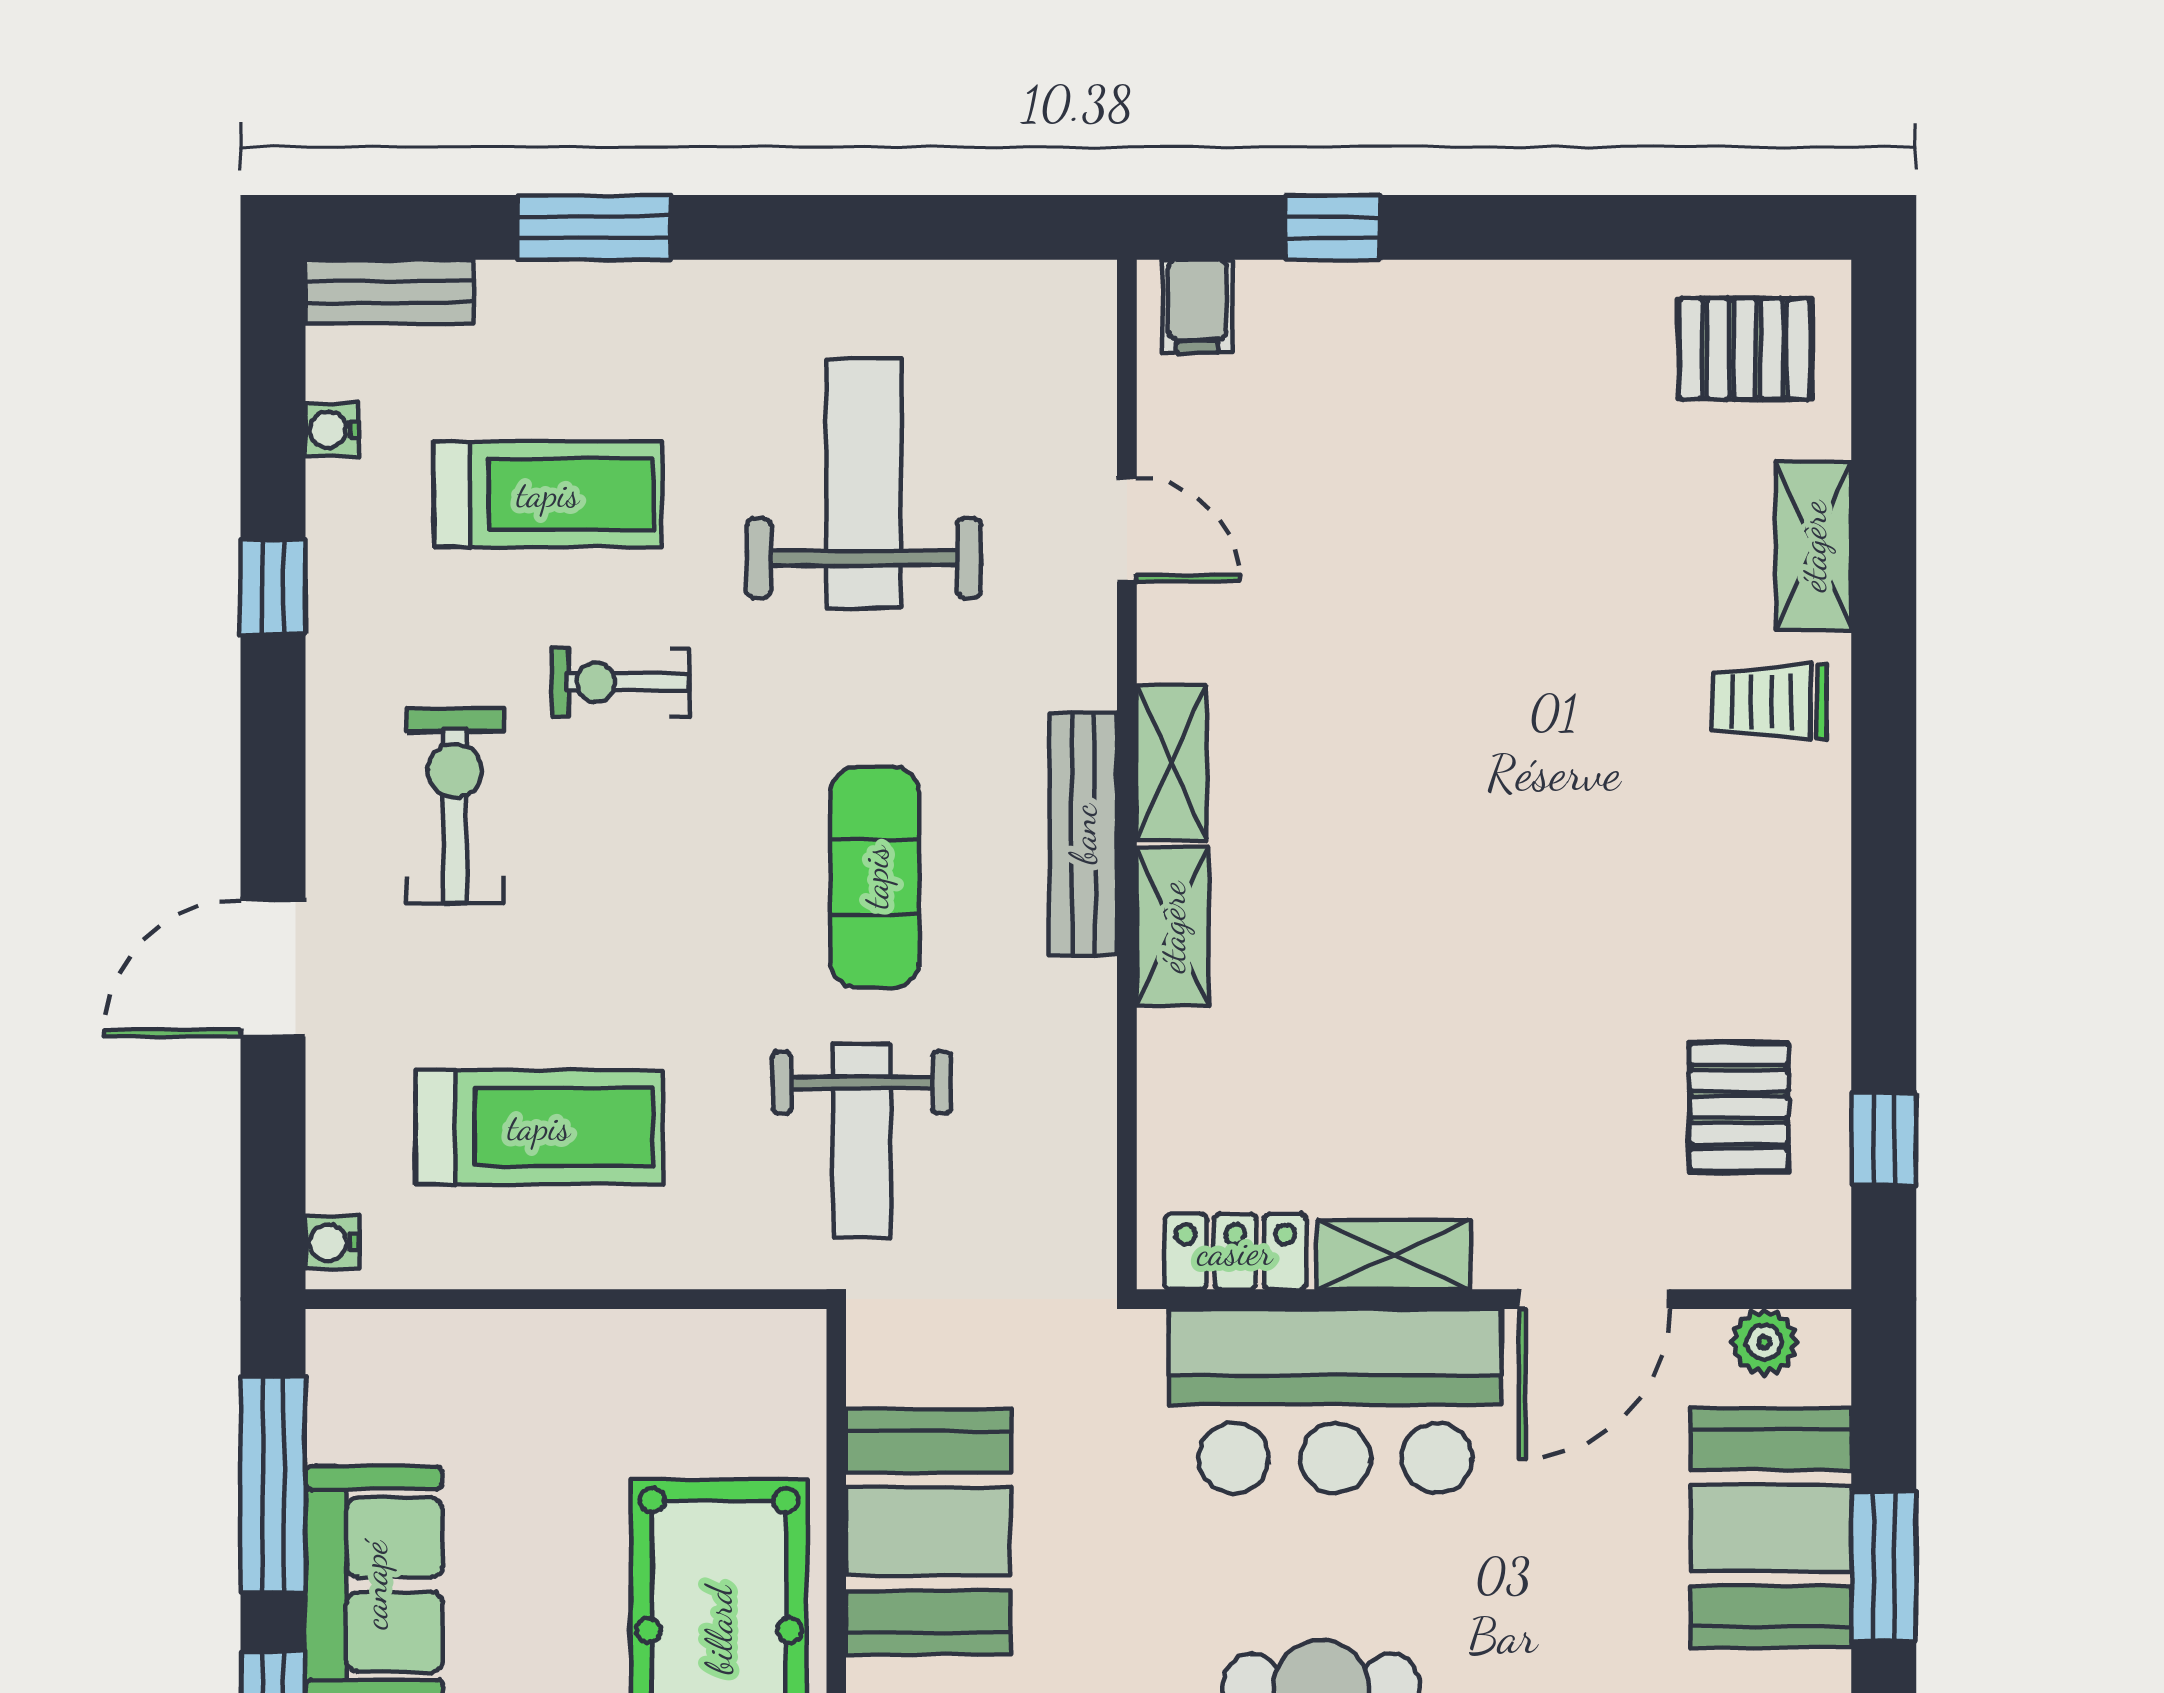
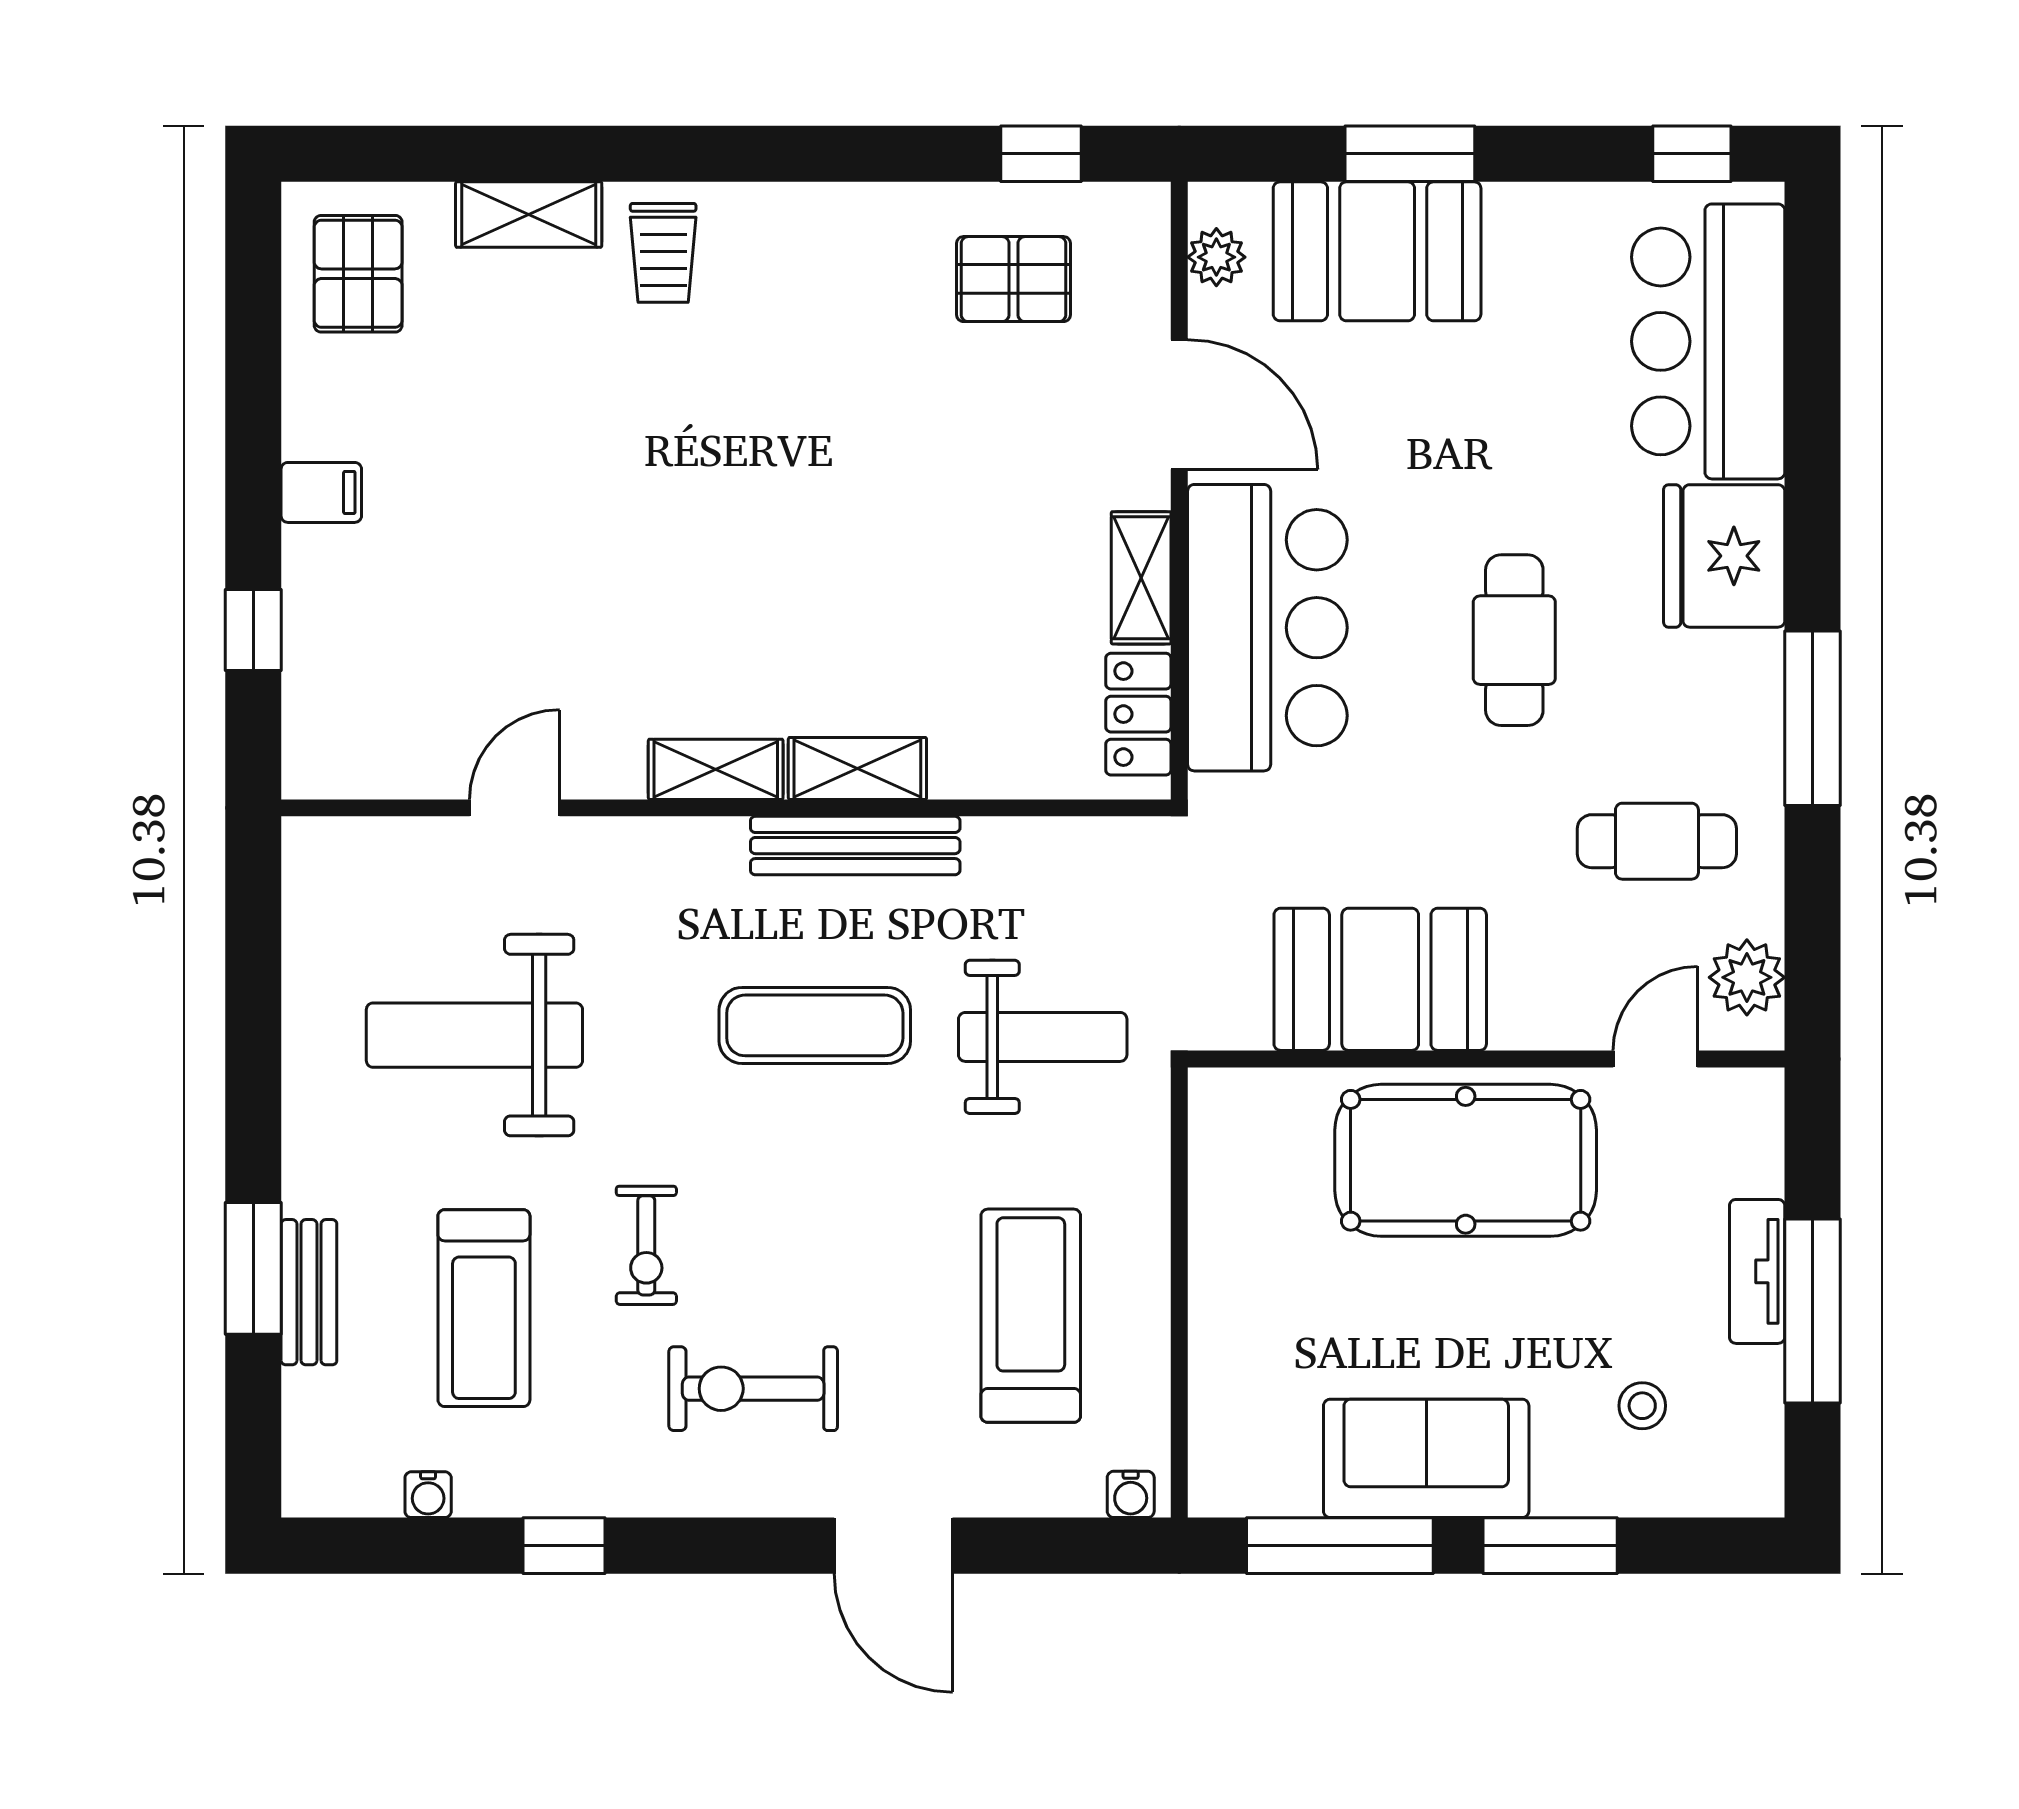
bench: (389, 292) -> (309, 1292), moved
filing cabinet: (1197, 306) -> (321, 492), moved
treadmill: (548, 494) -> (484, 1308), turned 180
bench: (1083, 834) -> (855, 846), moved

